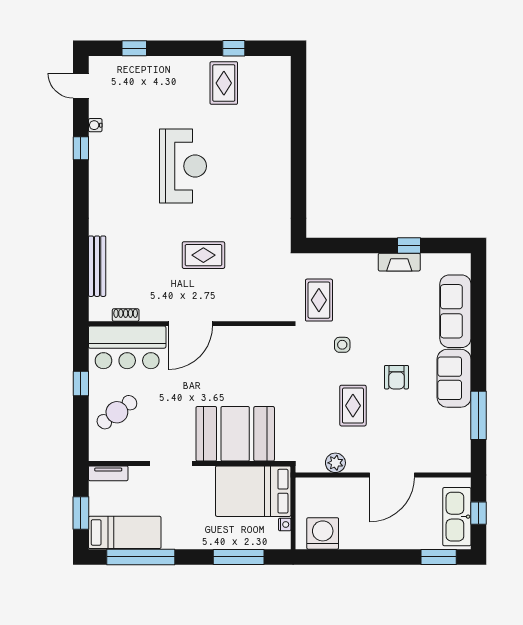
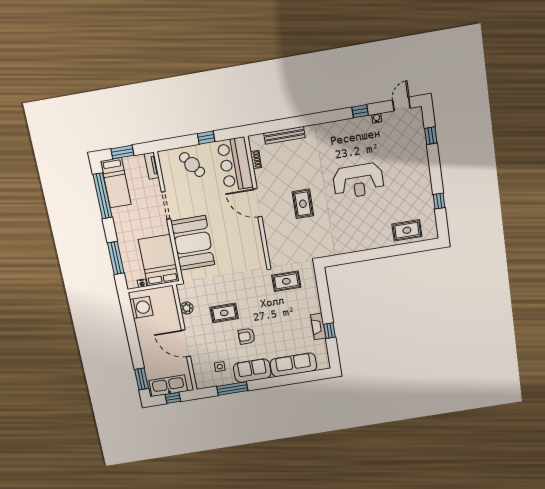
rug: (224, 83) -> (407, 230), moved
side table: (342, 345) -> (220, 367), moved

